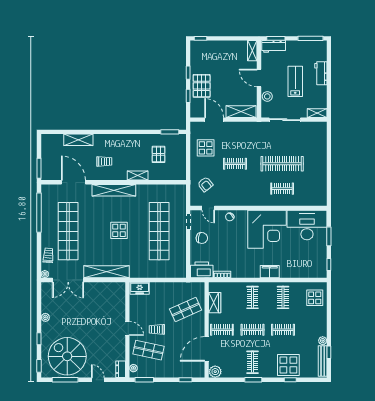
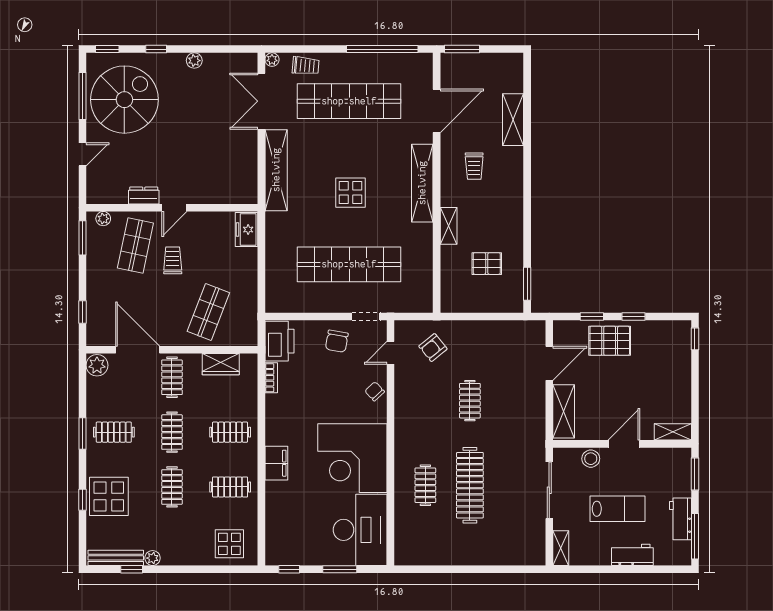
workbench: (274, 46) -> (680, 519), moved
display table: (206, 148) -> (498, 348), removed
shop shelf: (186, 310) -> (208, 312), turned 45
dresser: (121, 369) -> (144, 196), moved

